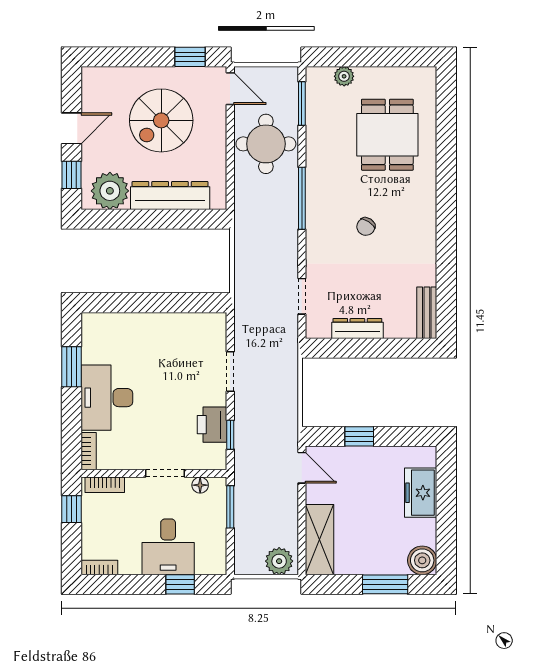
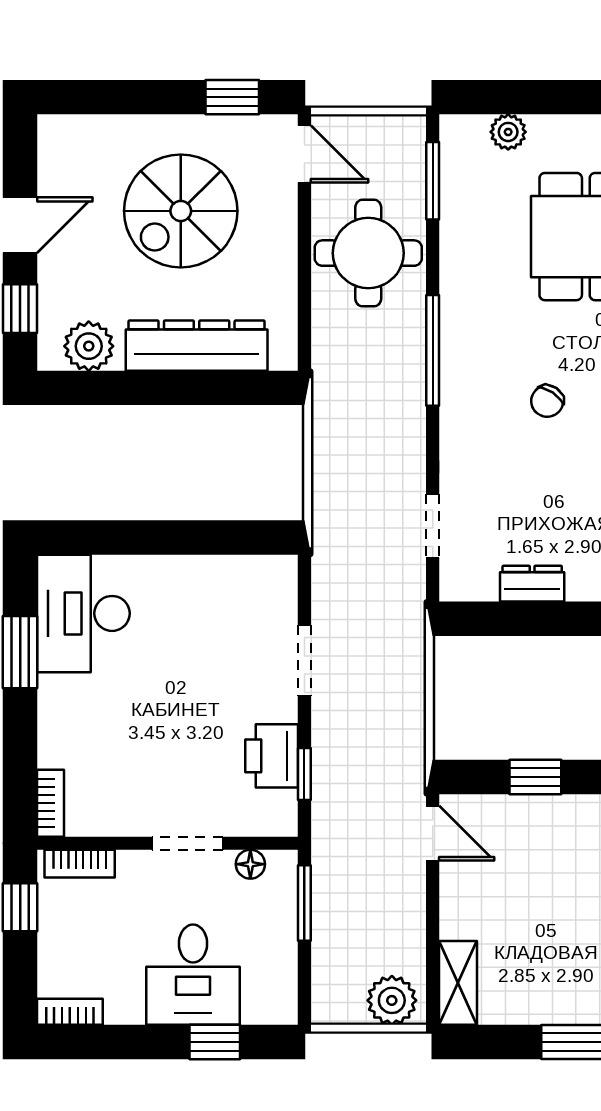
plant: (110, 191) -> (89, 346), width x0.73, depth x0.73
dresser: (357, 329) -> (532, 584), width x0.70
desk: (107, 398) -> (83, 613), moved
shelving: (320, 540) -> (458, 983), width x0.67, depth x0.75

